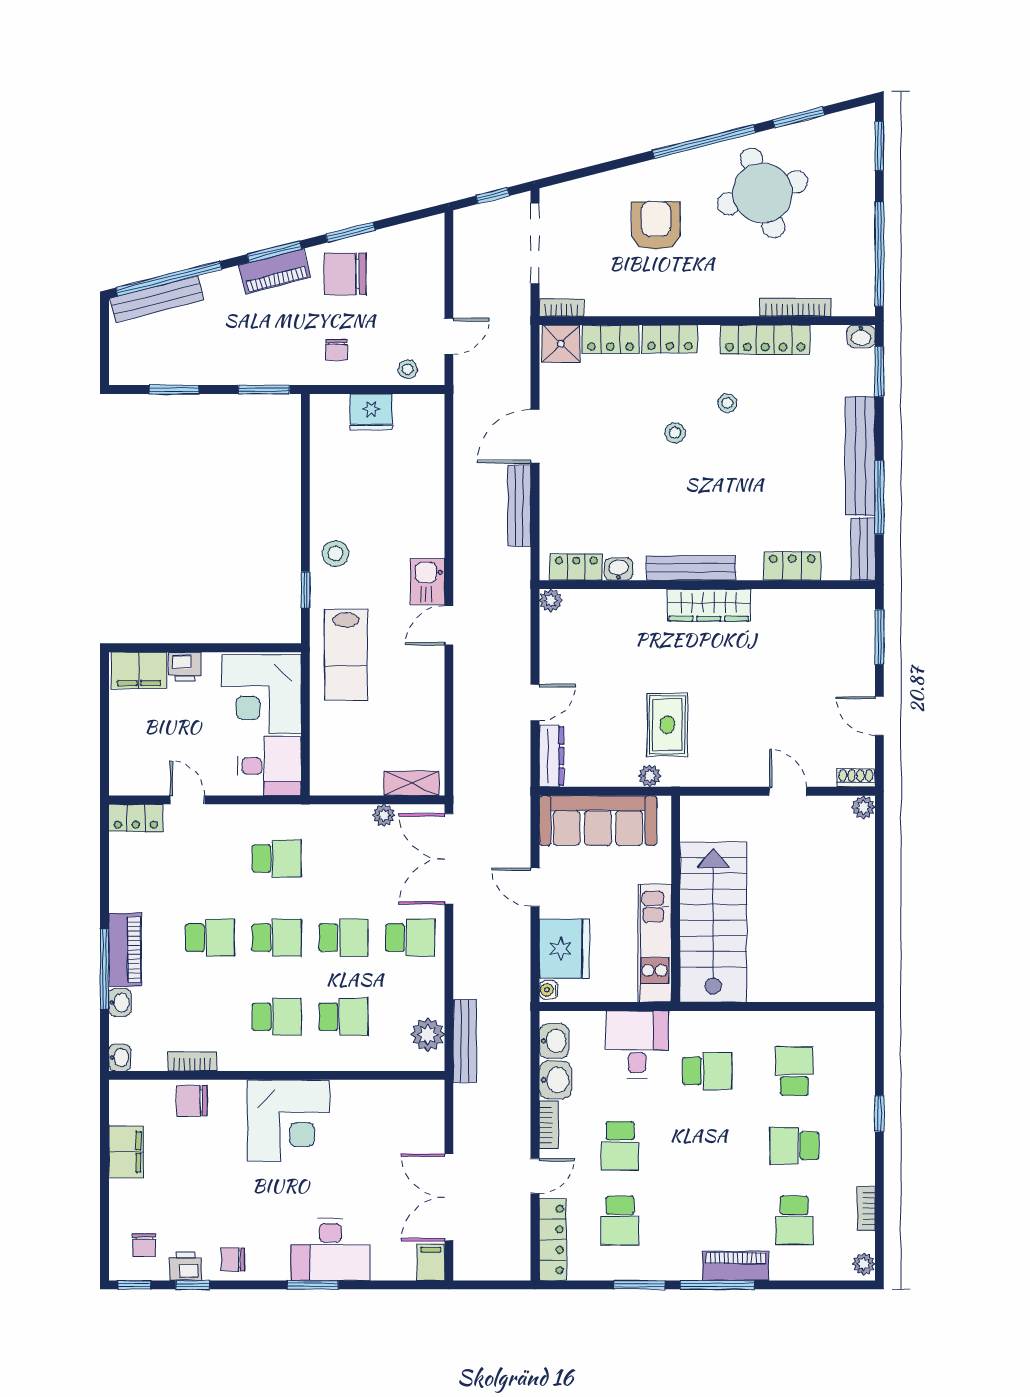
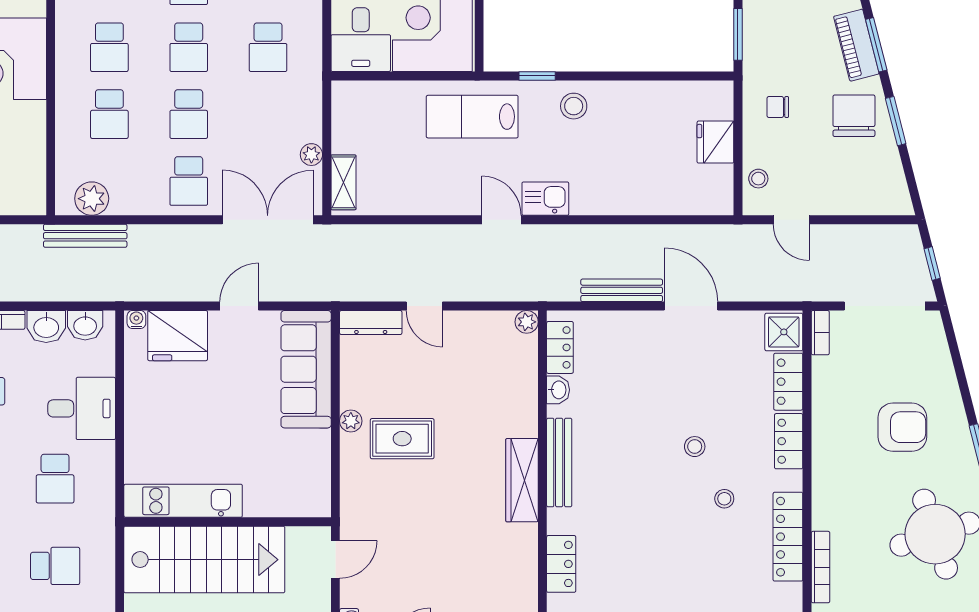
wall: (676, 899) -> (228, 522), moved
stairs: (713, 922) -> (204, 560), moved
kitchen unit: (655, 943) -> (183, 501), moved

